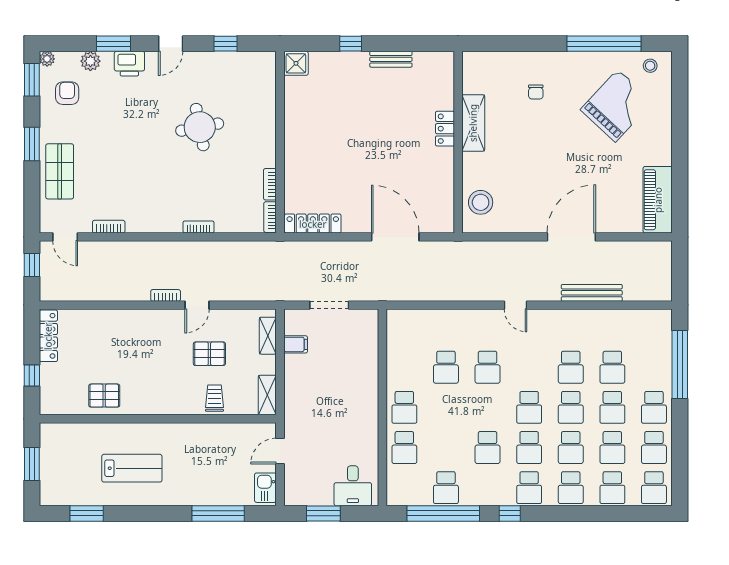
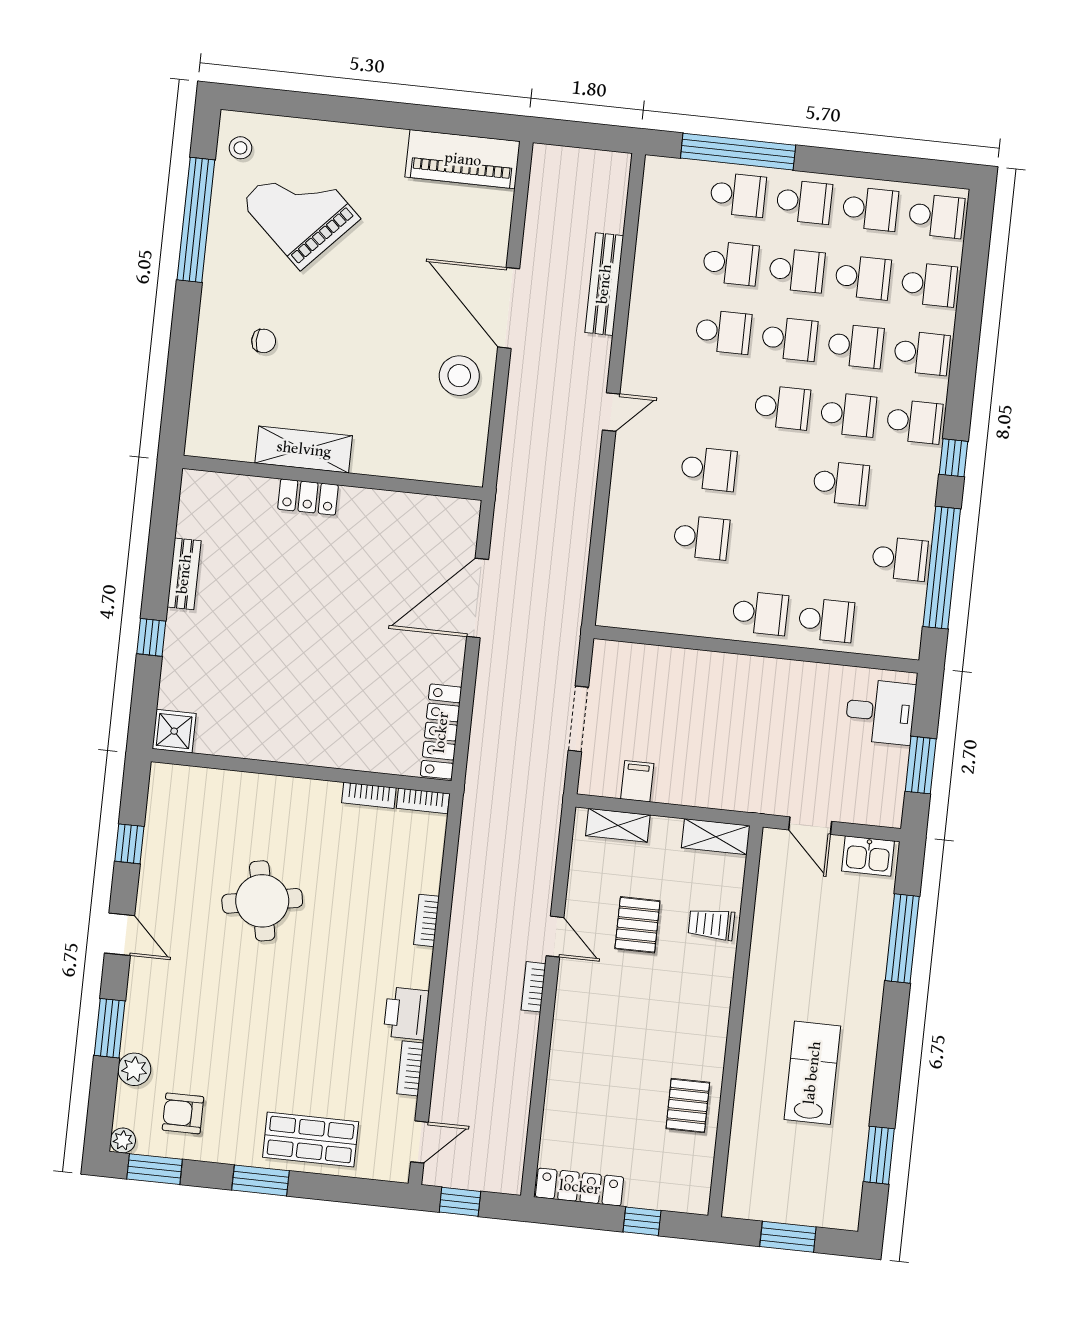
printer: (129, 64) -> (406, 1014), moved, turned 180
stool: (481, 202) -> (459, 376), moved
school desk: (654, 367) -> (738, 195), added

